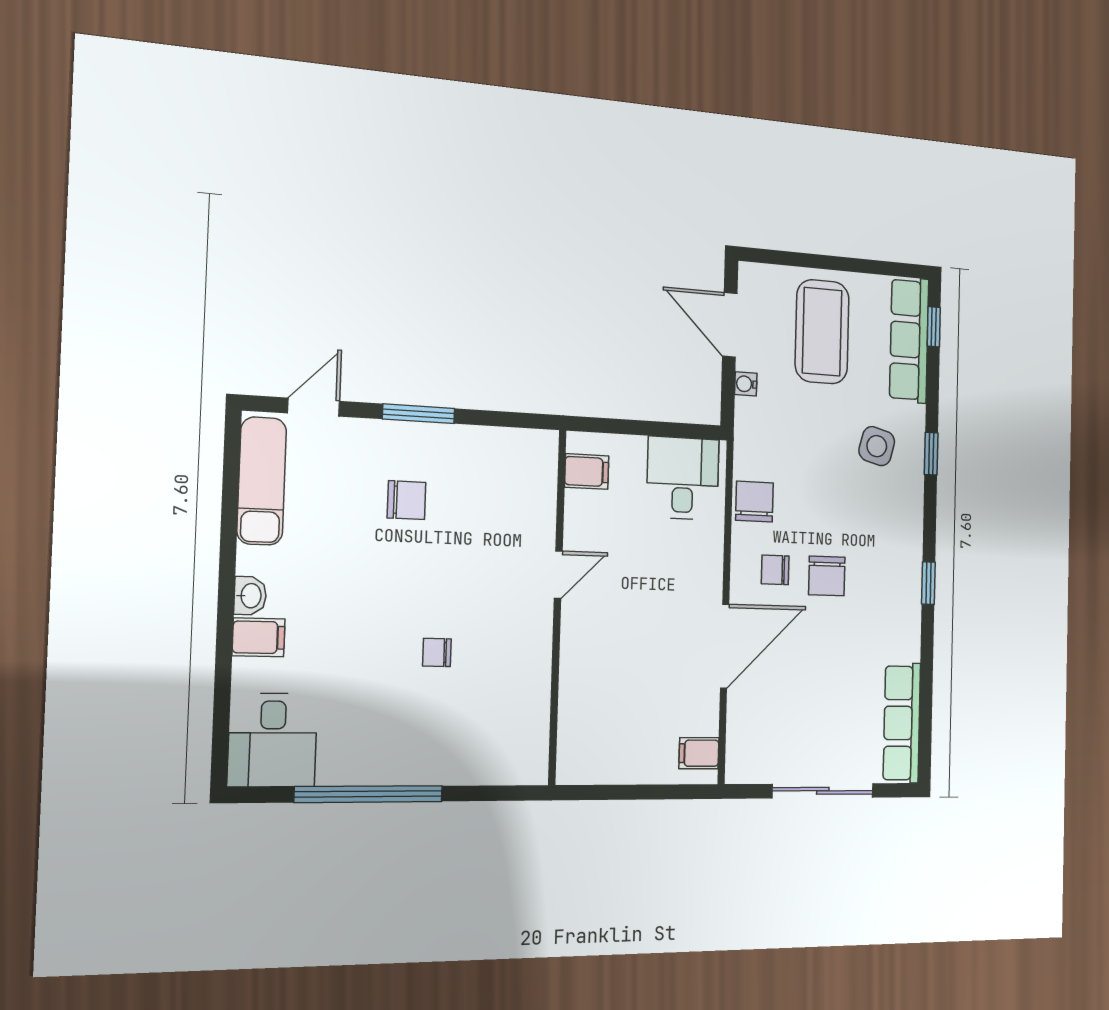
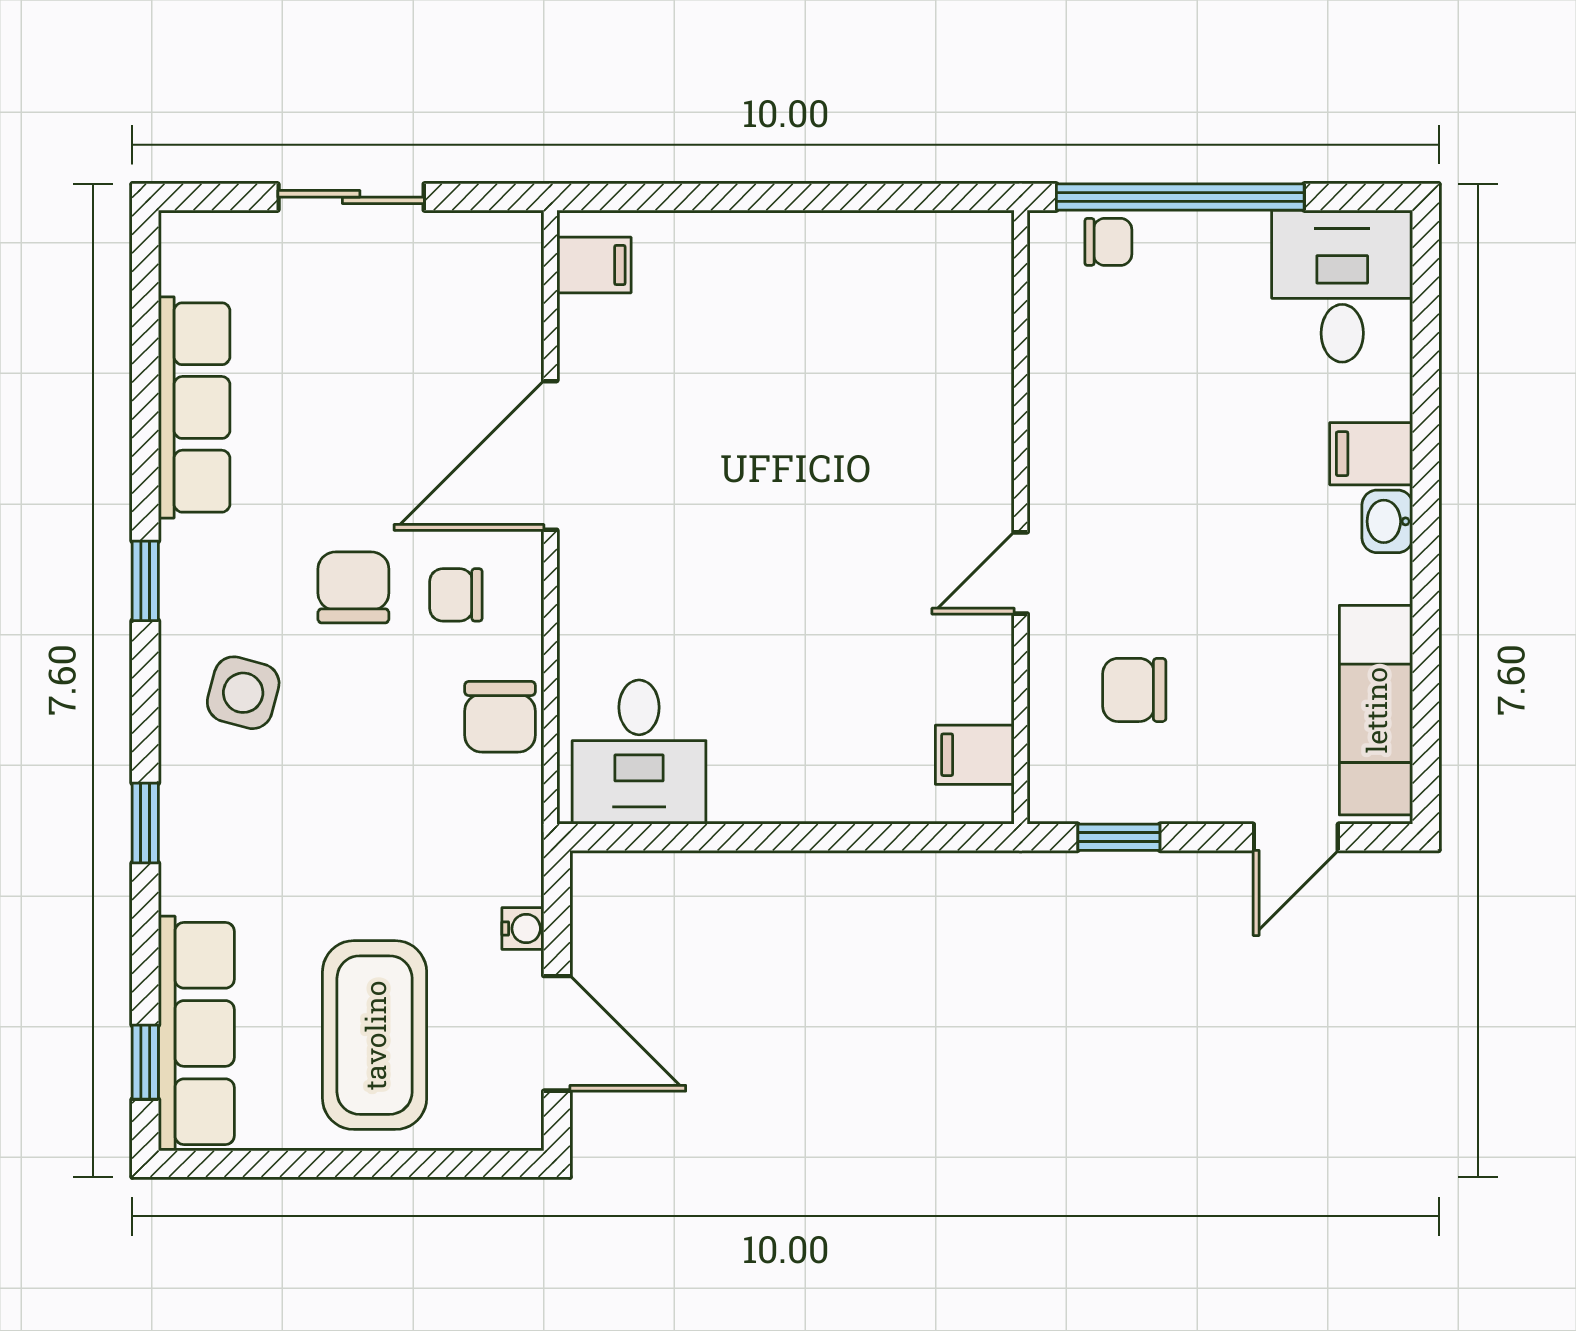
window: (419, 414) -> (1119, 837), width x0.67
side table: (877, 446) -> (243, 693), moved
filing cabinet: (587, 471) -> (975, 755), moved
chair: (775, 570) -> (456, 595), turned 180
door: (558, 575) -> (1021, 573), moved
wall: (557, 607) -> (1021, 517), moved
chair: (437, 652) -> (1108, 242), moved
row of seats: (902, 723) -> (194, 407), moved
sliding door: (823, 791) -> (351, 197), width x0.73

